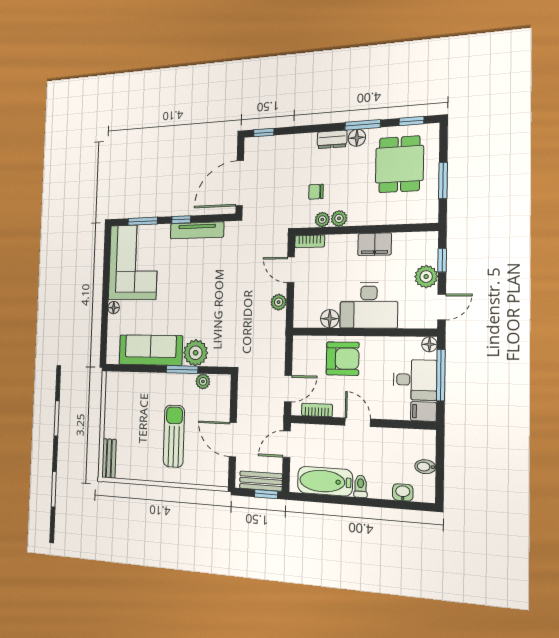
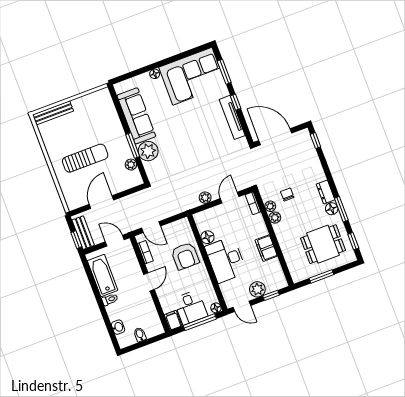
bench: (109, 458) -> (53, 113), width x1.36

